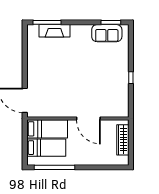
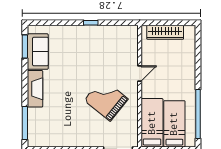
fireplace: (54, 31) -> (35, 89), moved
grand piano: (67, 90) -> (106, 100), added
door: (88, 118) -> (140, 73), width x0.53

